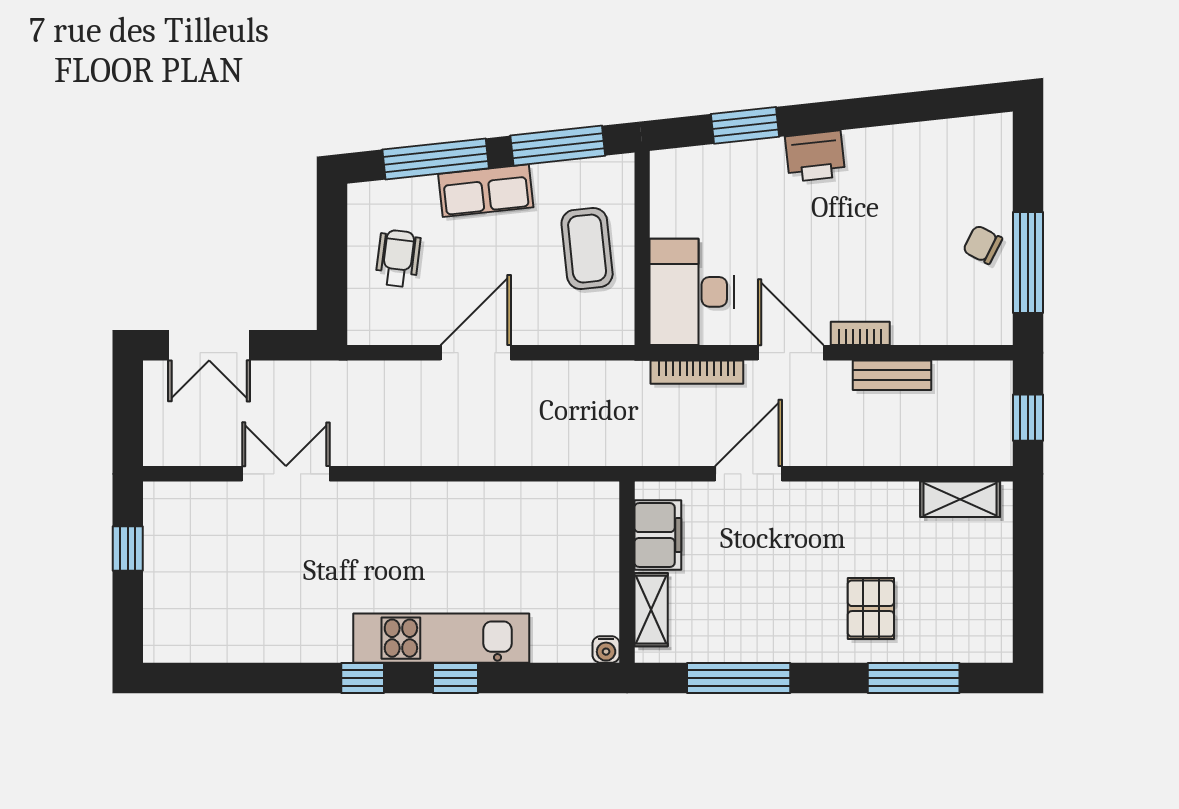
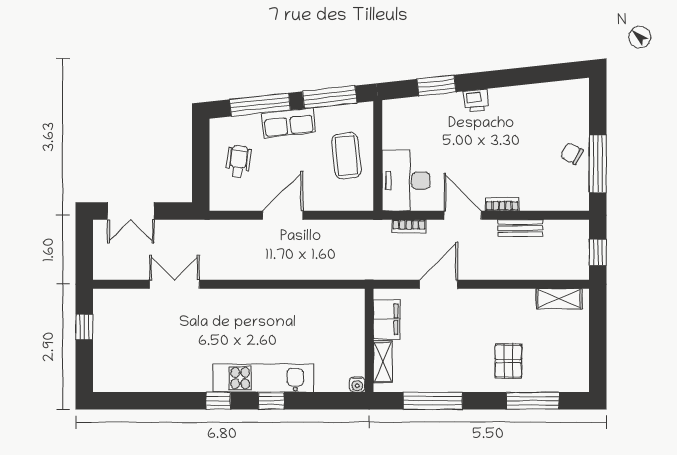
printer: (815, 156) -> (476, 101), width x0.73, depth x0.81
bookcase: (697, 372) -> (409, 226), width x0.64

